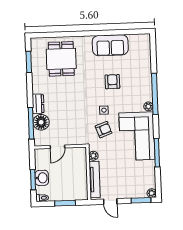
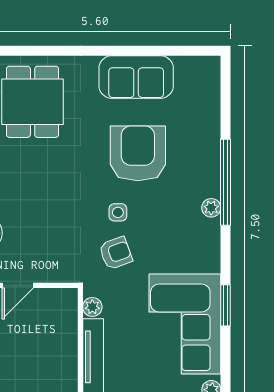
armchair: (112, 82) -> (138, 153), width x1.88, depth x1.88
corner sofa: (137, 136) -> (185, 324), moved
window: (157, 153) -> (225, 305), width x0.69

